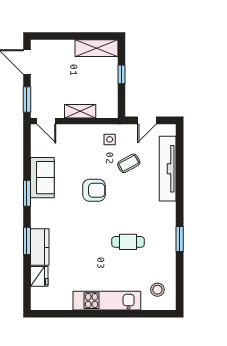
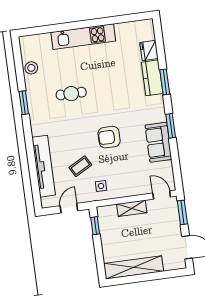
shelving: (97, 48) -> (134, 267), width x1.47
window: (121, 74) -> (95, 226), moved
stool: (157, 290) -> (31, 68), moved

